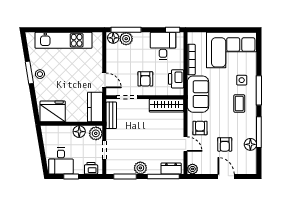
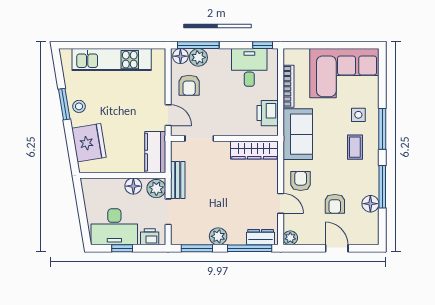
armchair: (145, 79) -> (189, 85), moved
fridge: (53, 111) -> (89, 143), moved, turned 81
bench: (111, 115) -> (178, 180), moved
desk: (61, 161) -> (114, 227), width x1.37

